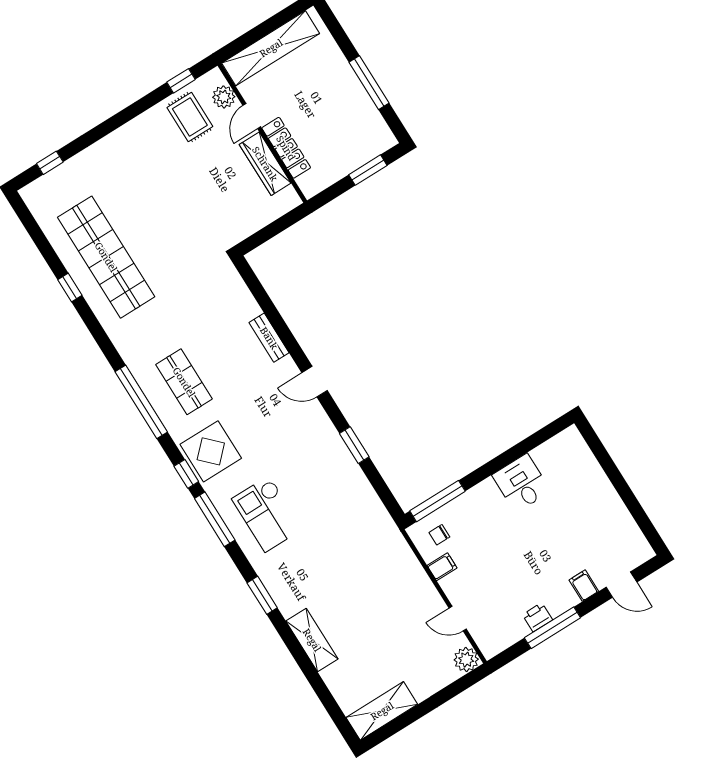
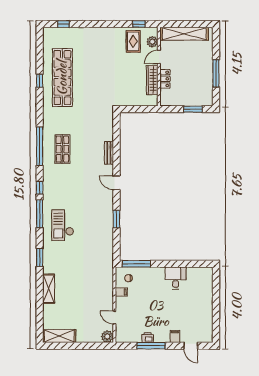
locker: (286, 148) -> (165, 79), width x0.66
display table: (211, 451) -> (56, 185), removed

